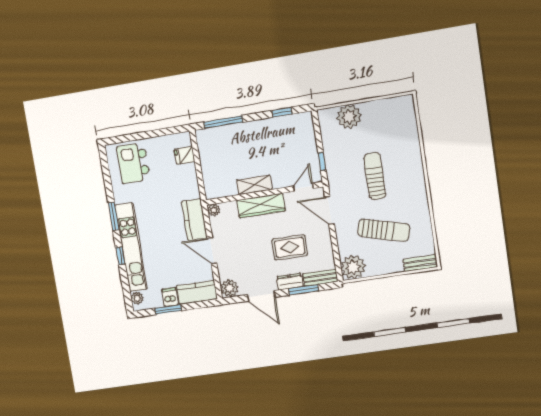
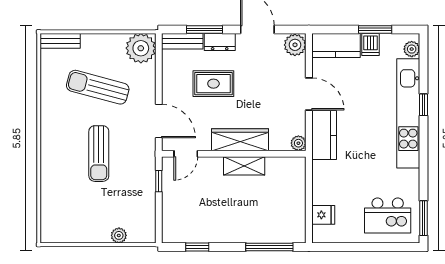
plant: (349, 117) -> (119, 235), width x0.53, depth x0.53
kitchen island: (133, 163) -> (388, 216), turned 90
window: (114, 216) -> (423, 218), moved

